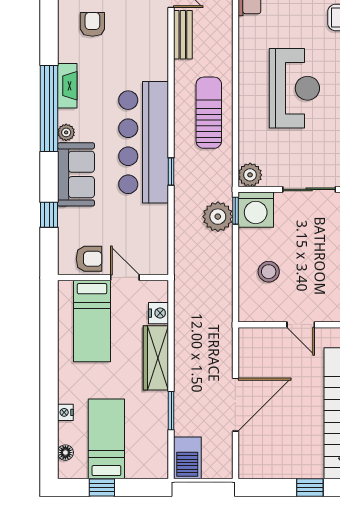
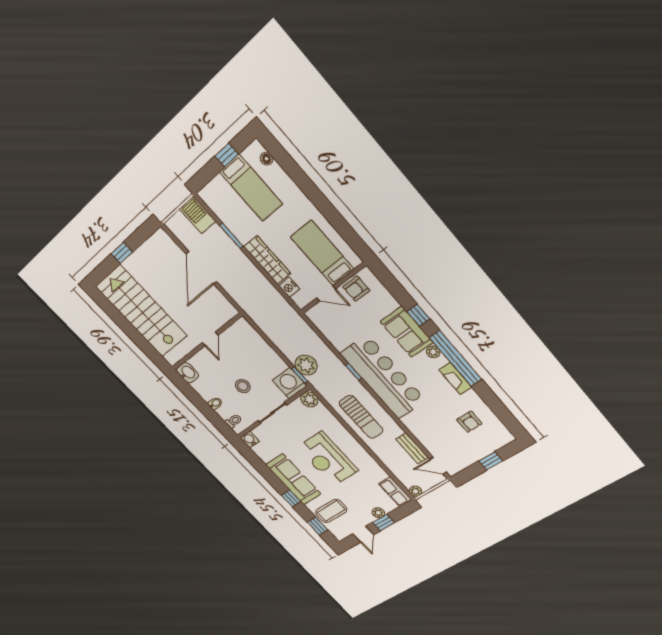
window: (49, 215) -> (418, 315), moved
stool: (269, 272) -> (243, 386), moved
door: (301, 325) -> (210, 339), swing flipped
nightstand: (65, 412) -> (289, 184), removed

